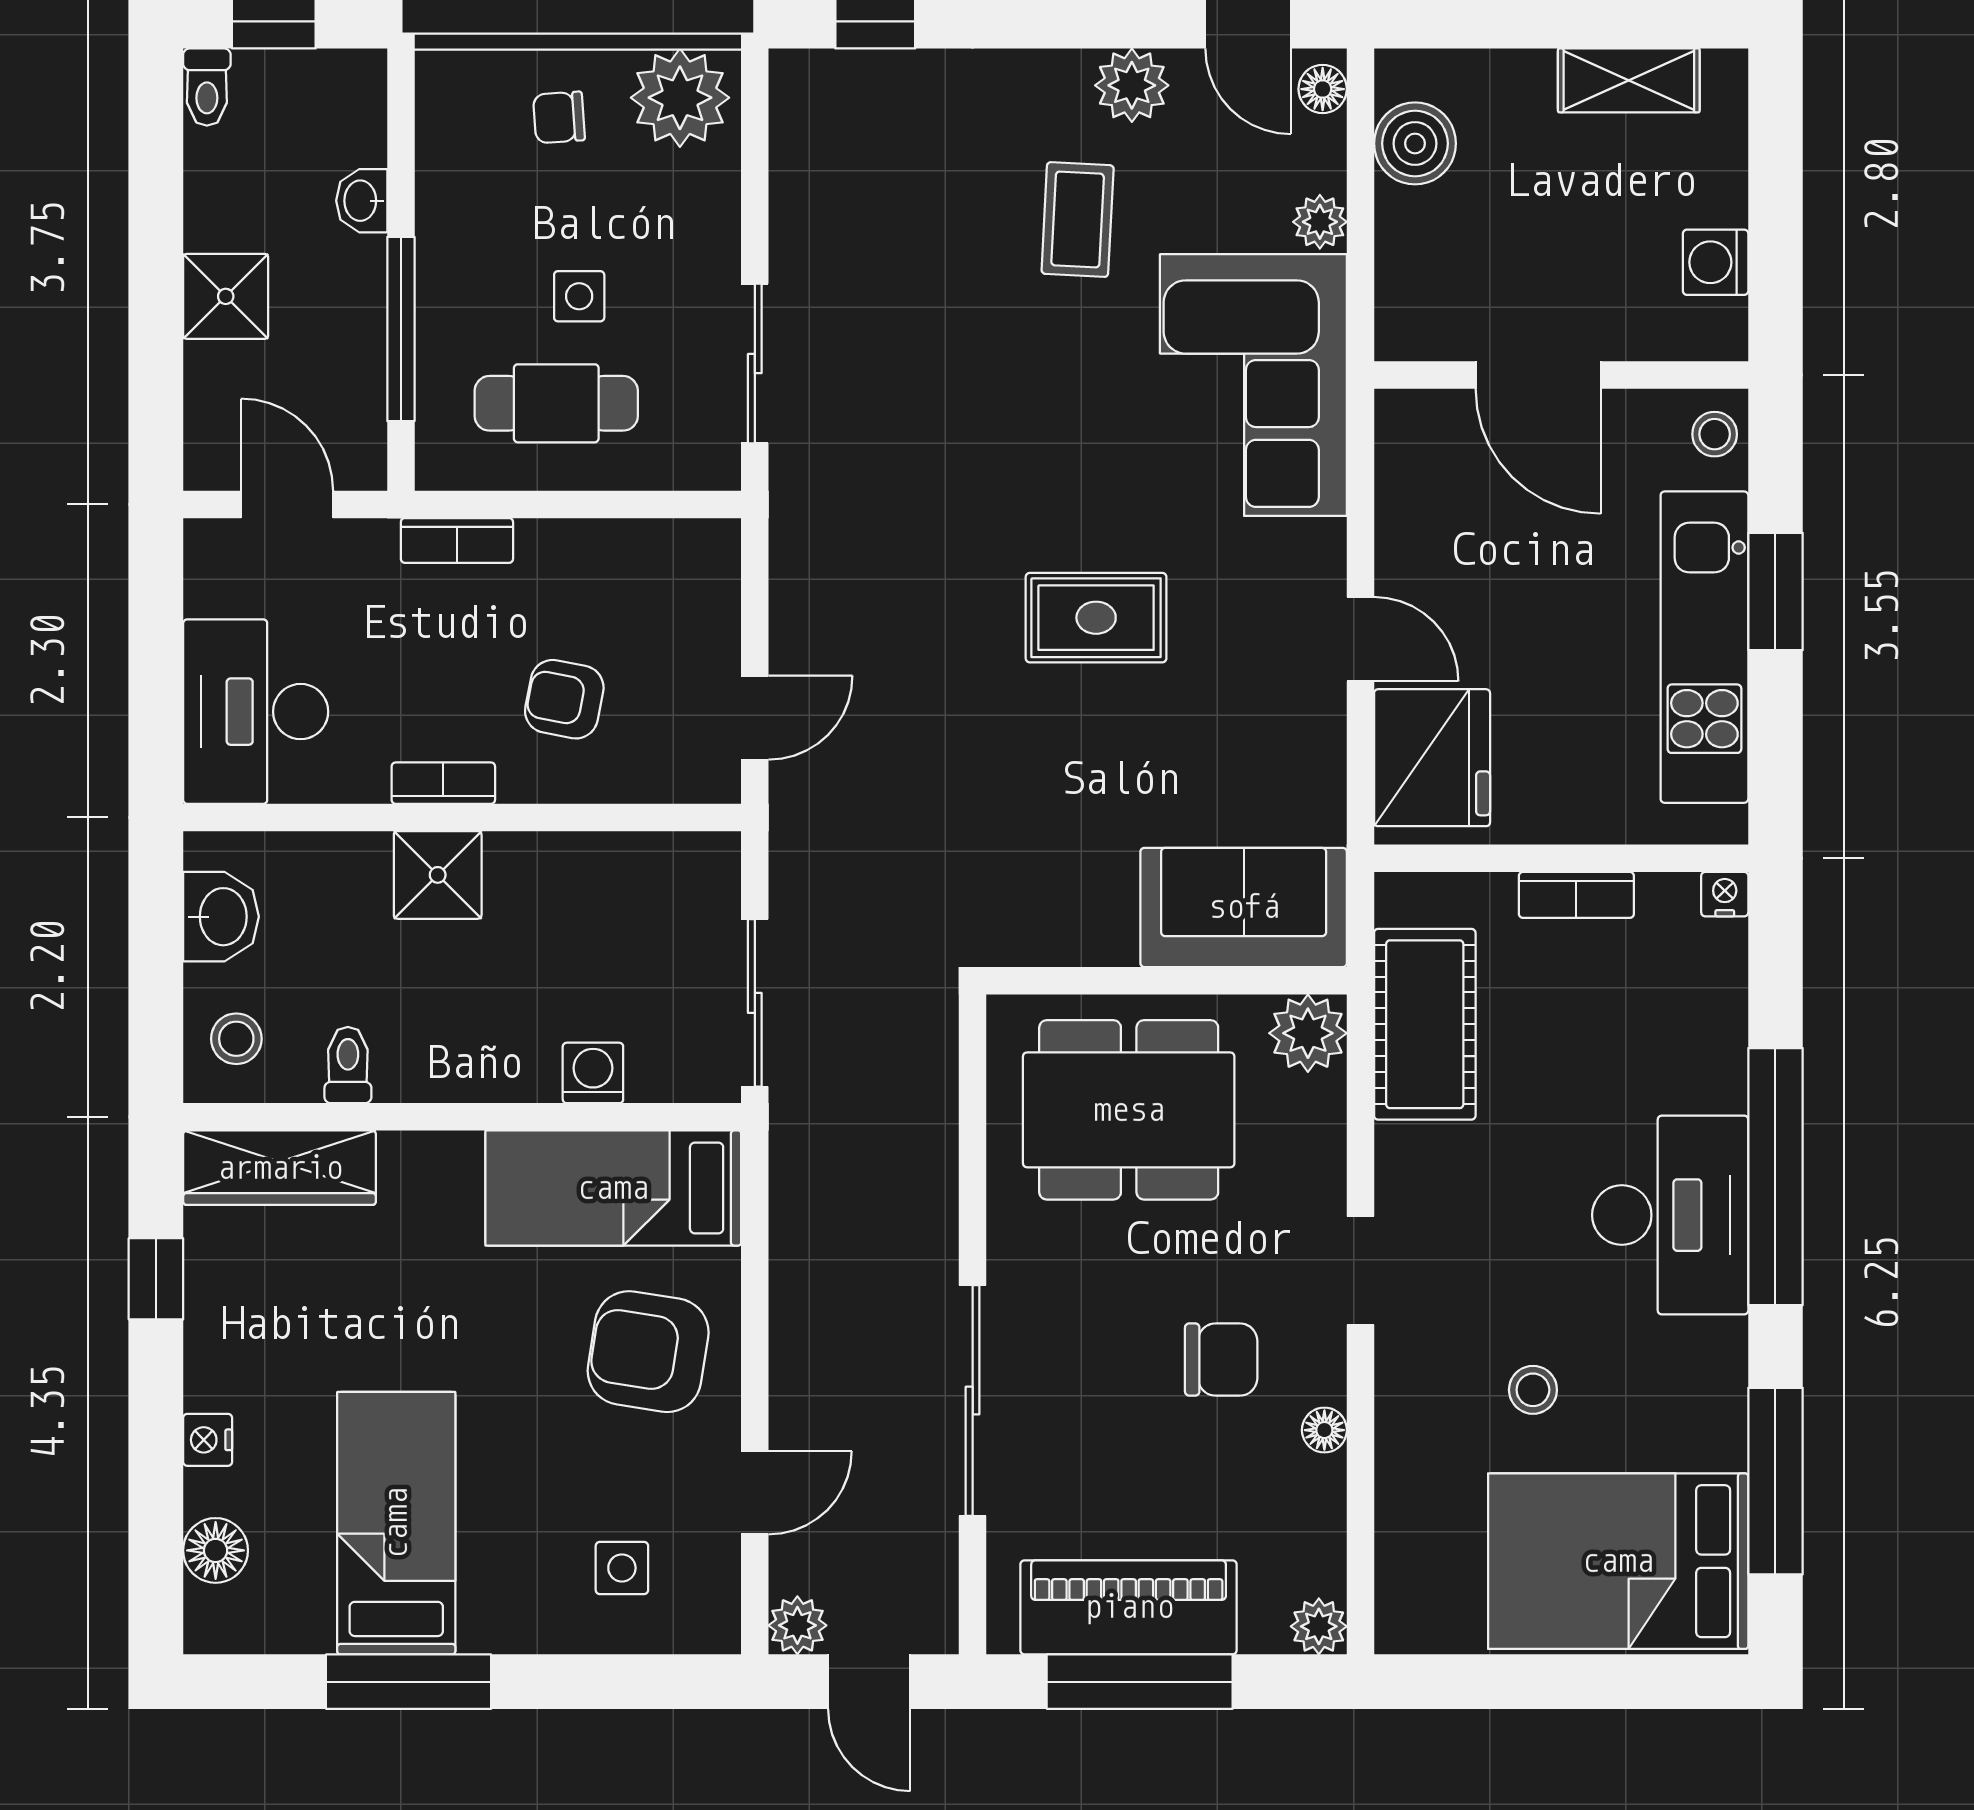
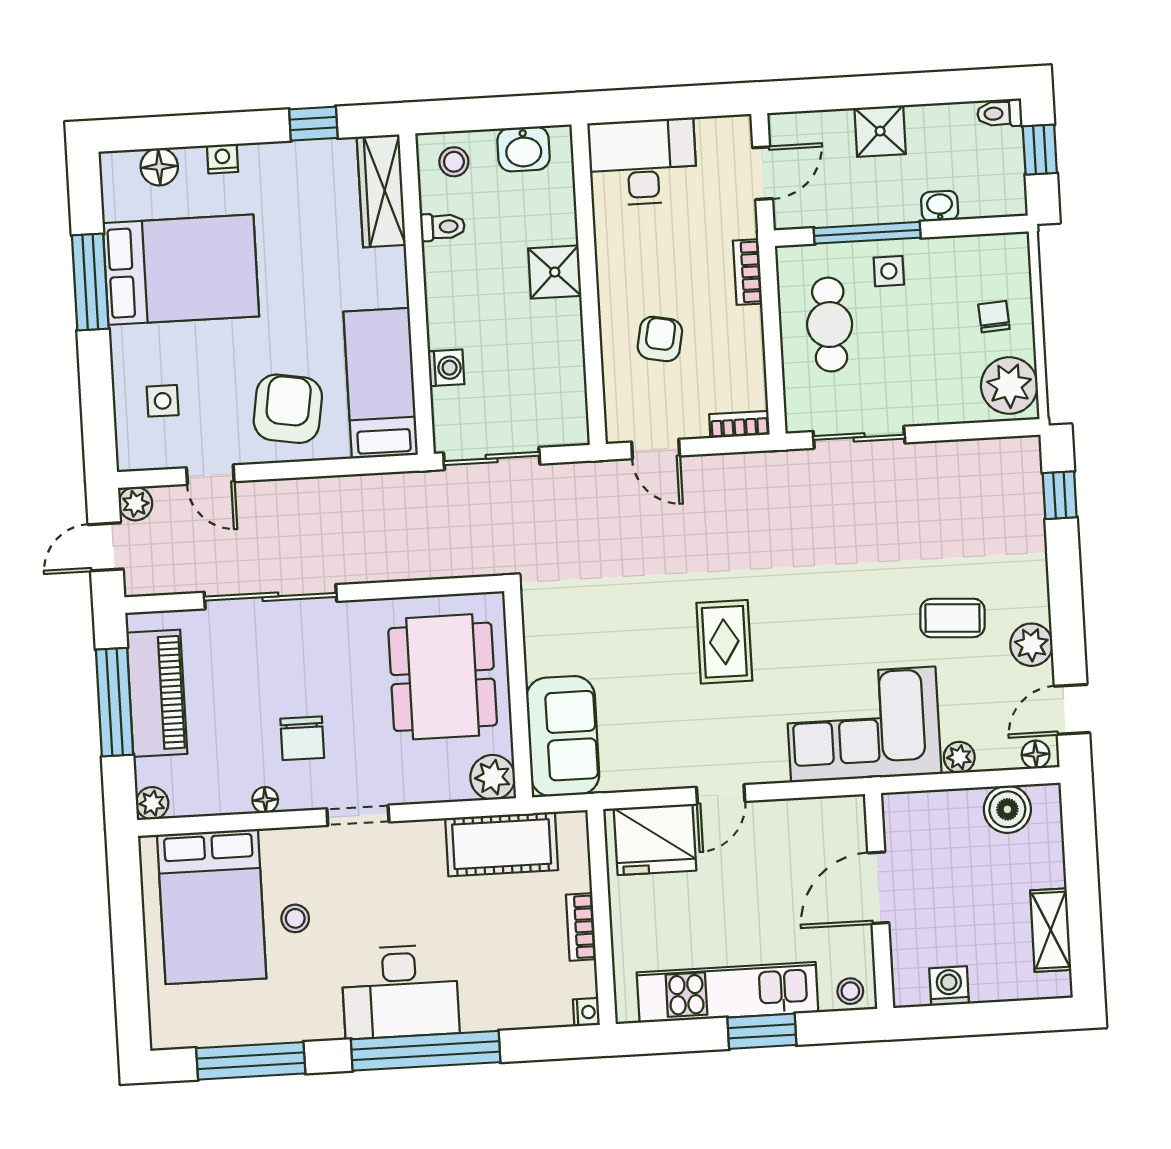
side table: (579, 296) -> (889, 271), moved
bookcase: (443, 783) -> (739, 424), moved, turned -90
bed: (396, 1523) -> (181, 270), width x1.50
bed: (1618, 1561) -> (212, 907), moved, turned 180

